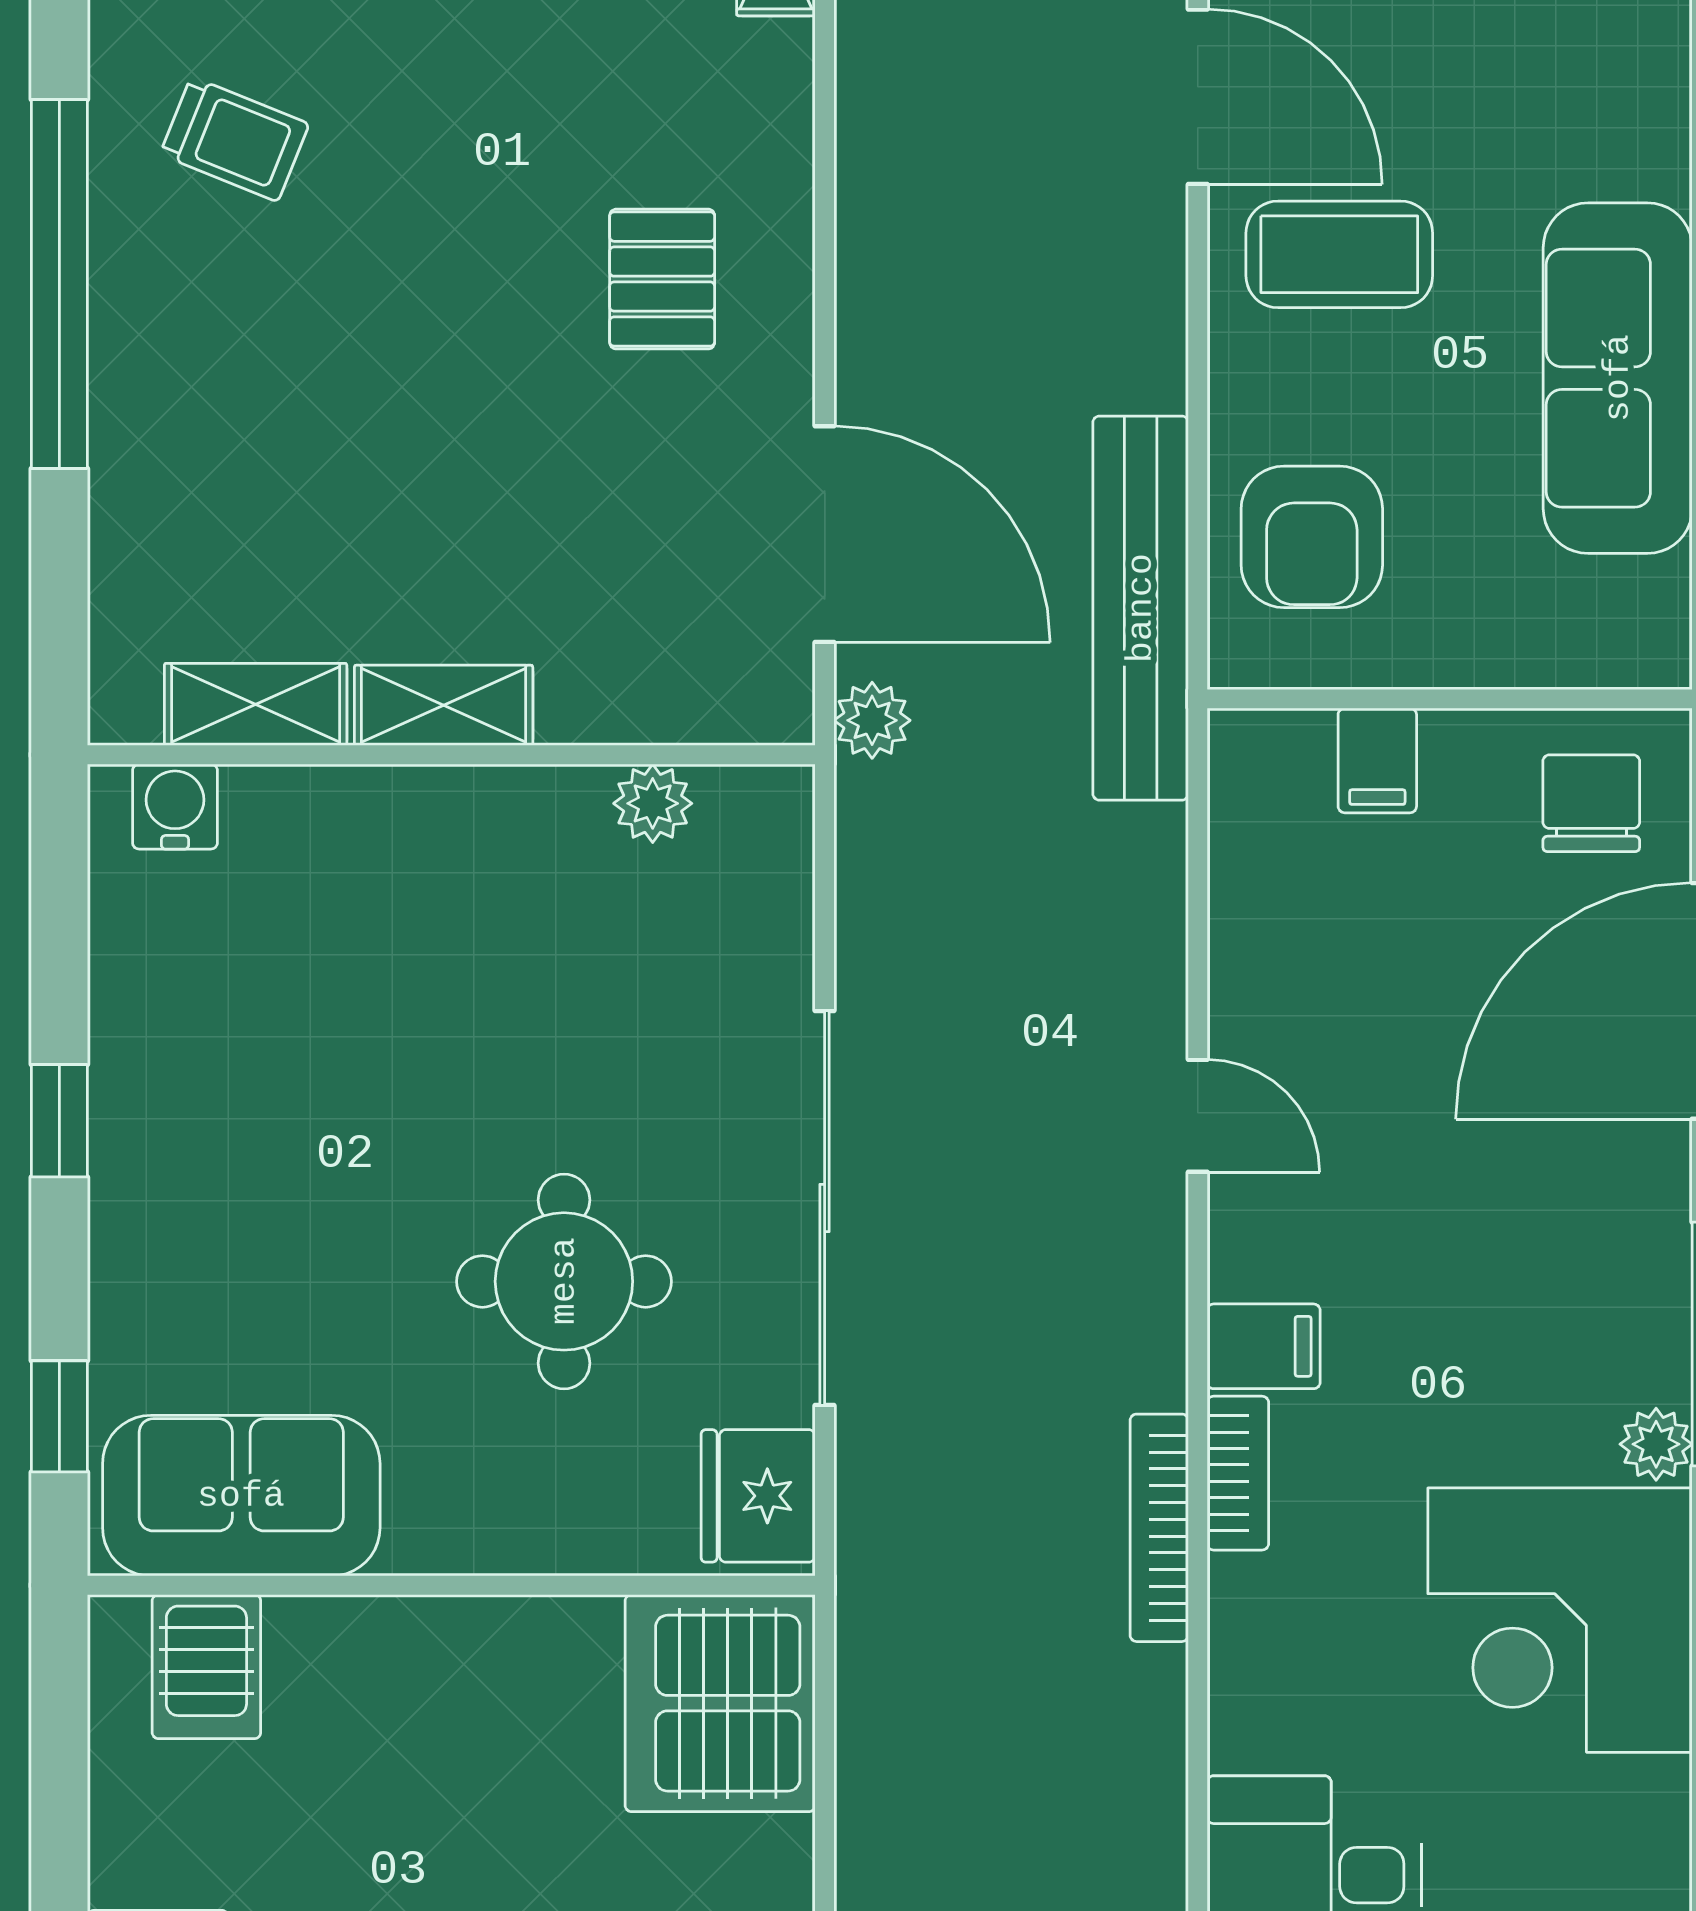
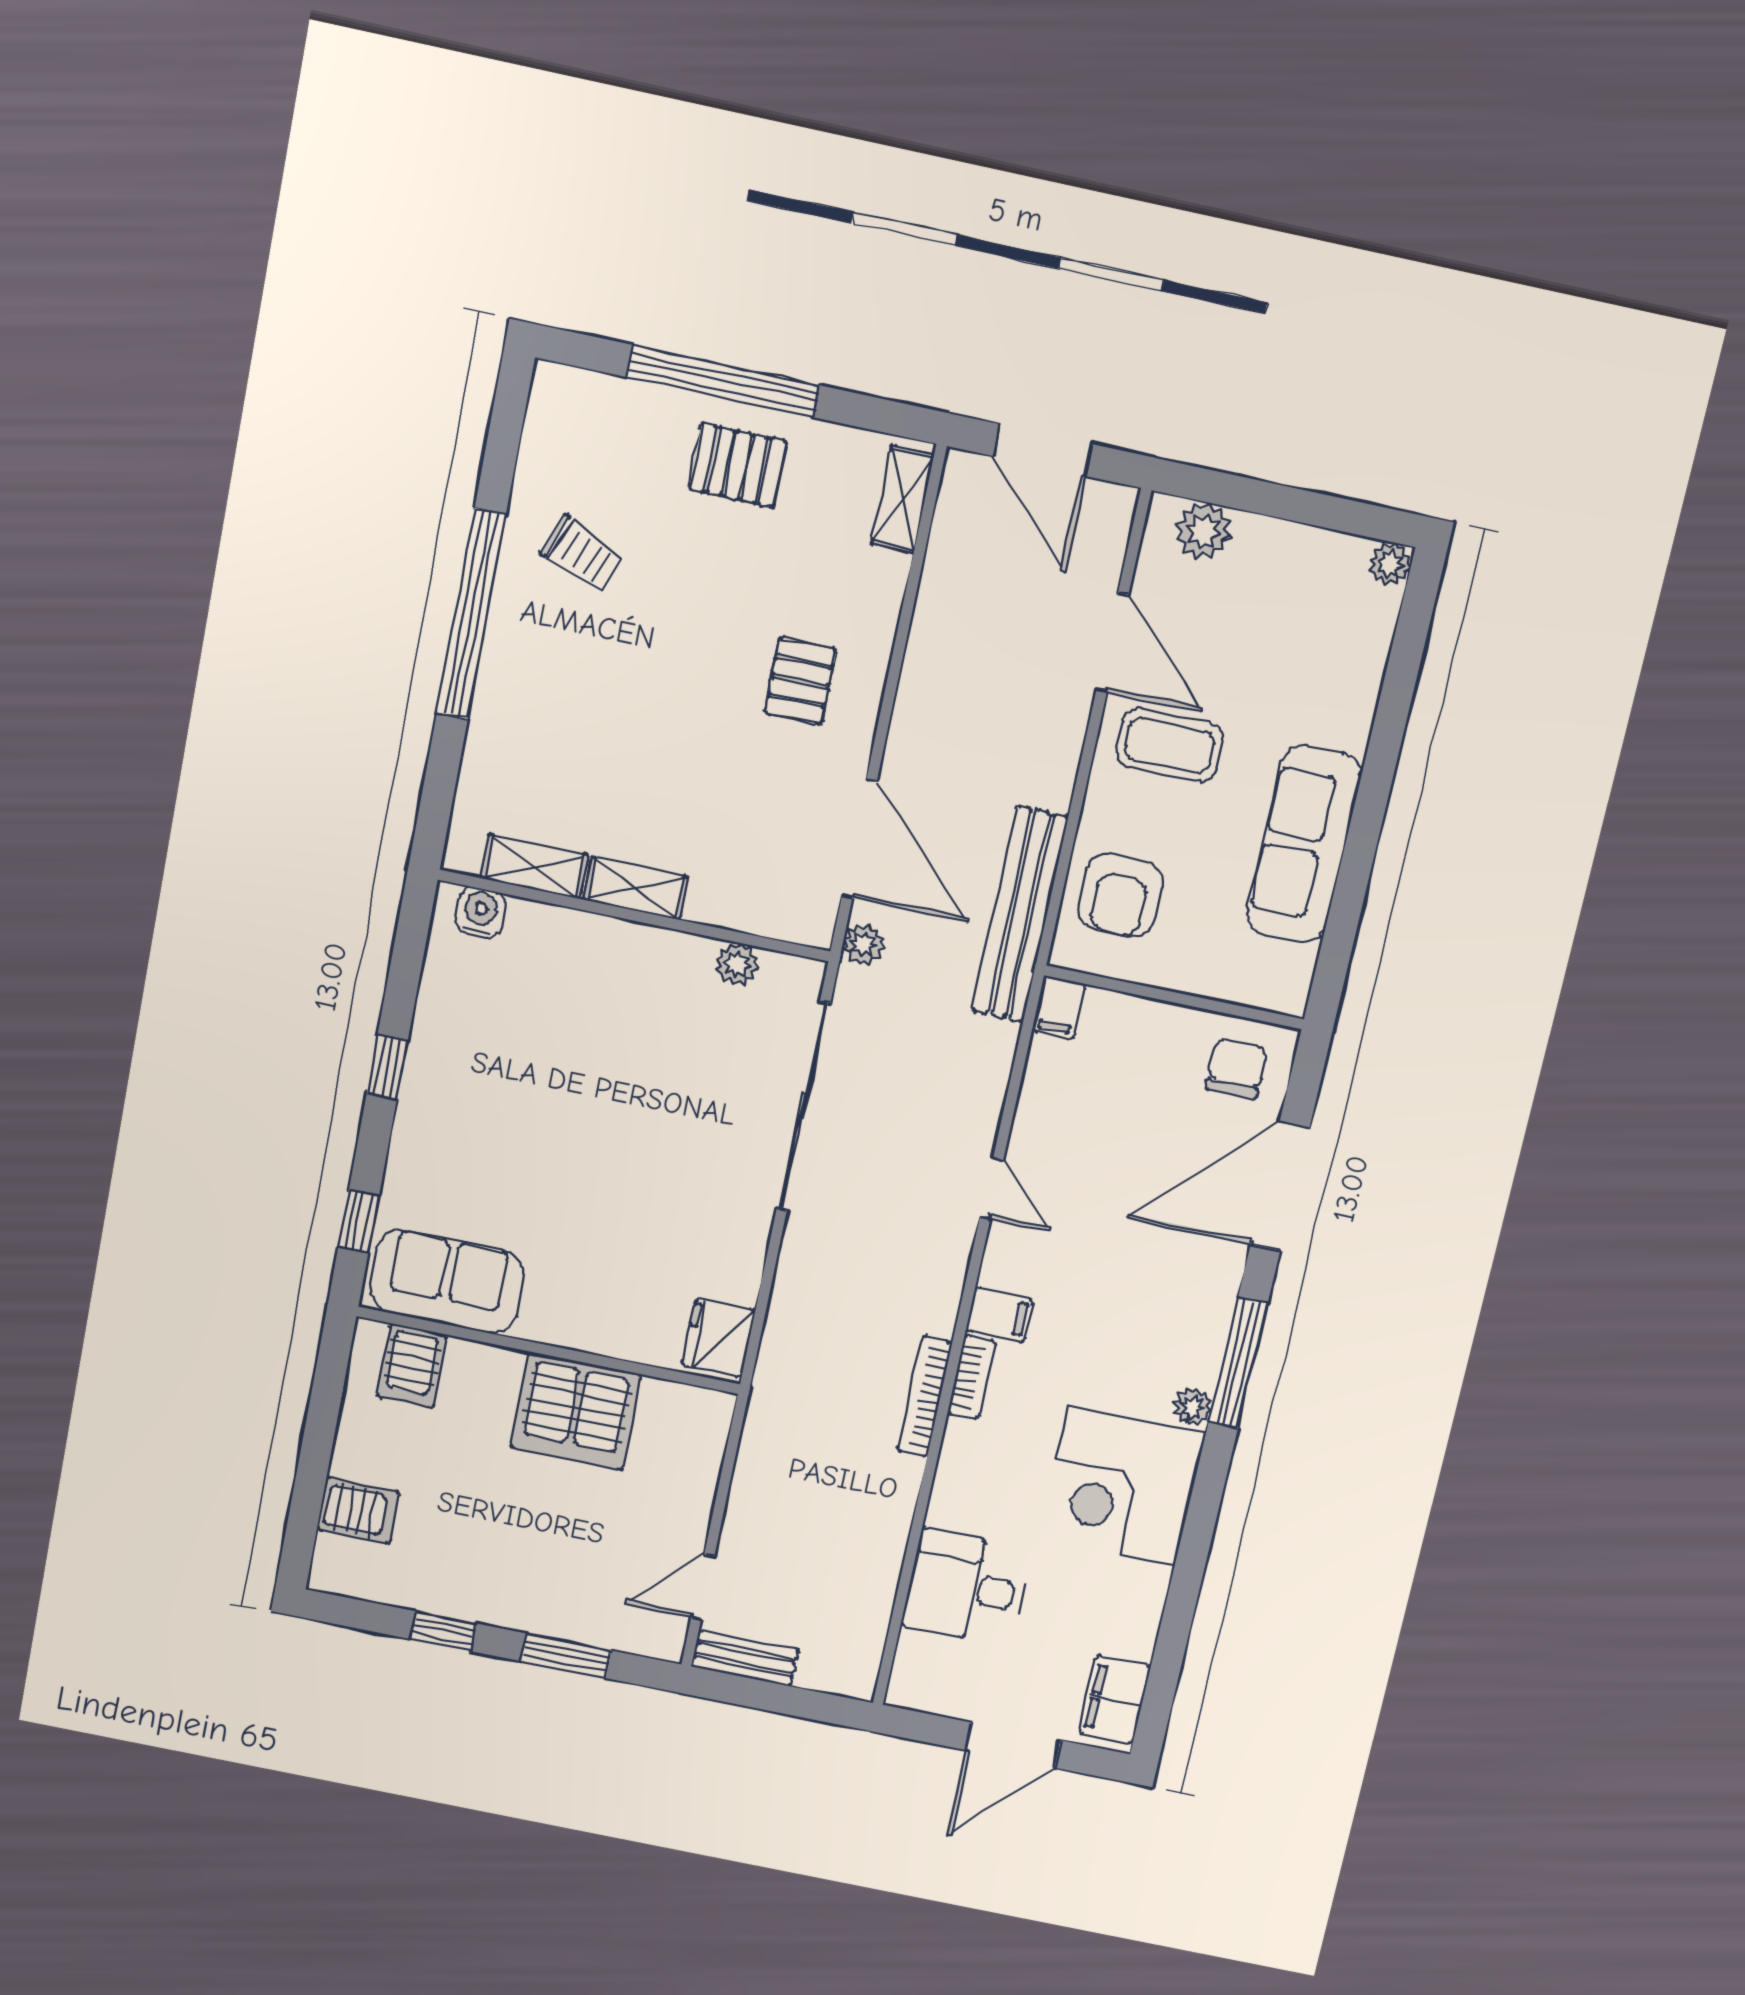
filing cabinet: (1377, 760) -> (1059, 1007), moved
sliding door: (825, 1208) -> (803, 1106), moved
round table: (564, 1281) -> (639, 1206), removed
server rack: (720, 1703) -> (575, 1411), moved, turned -90

